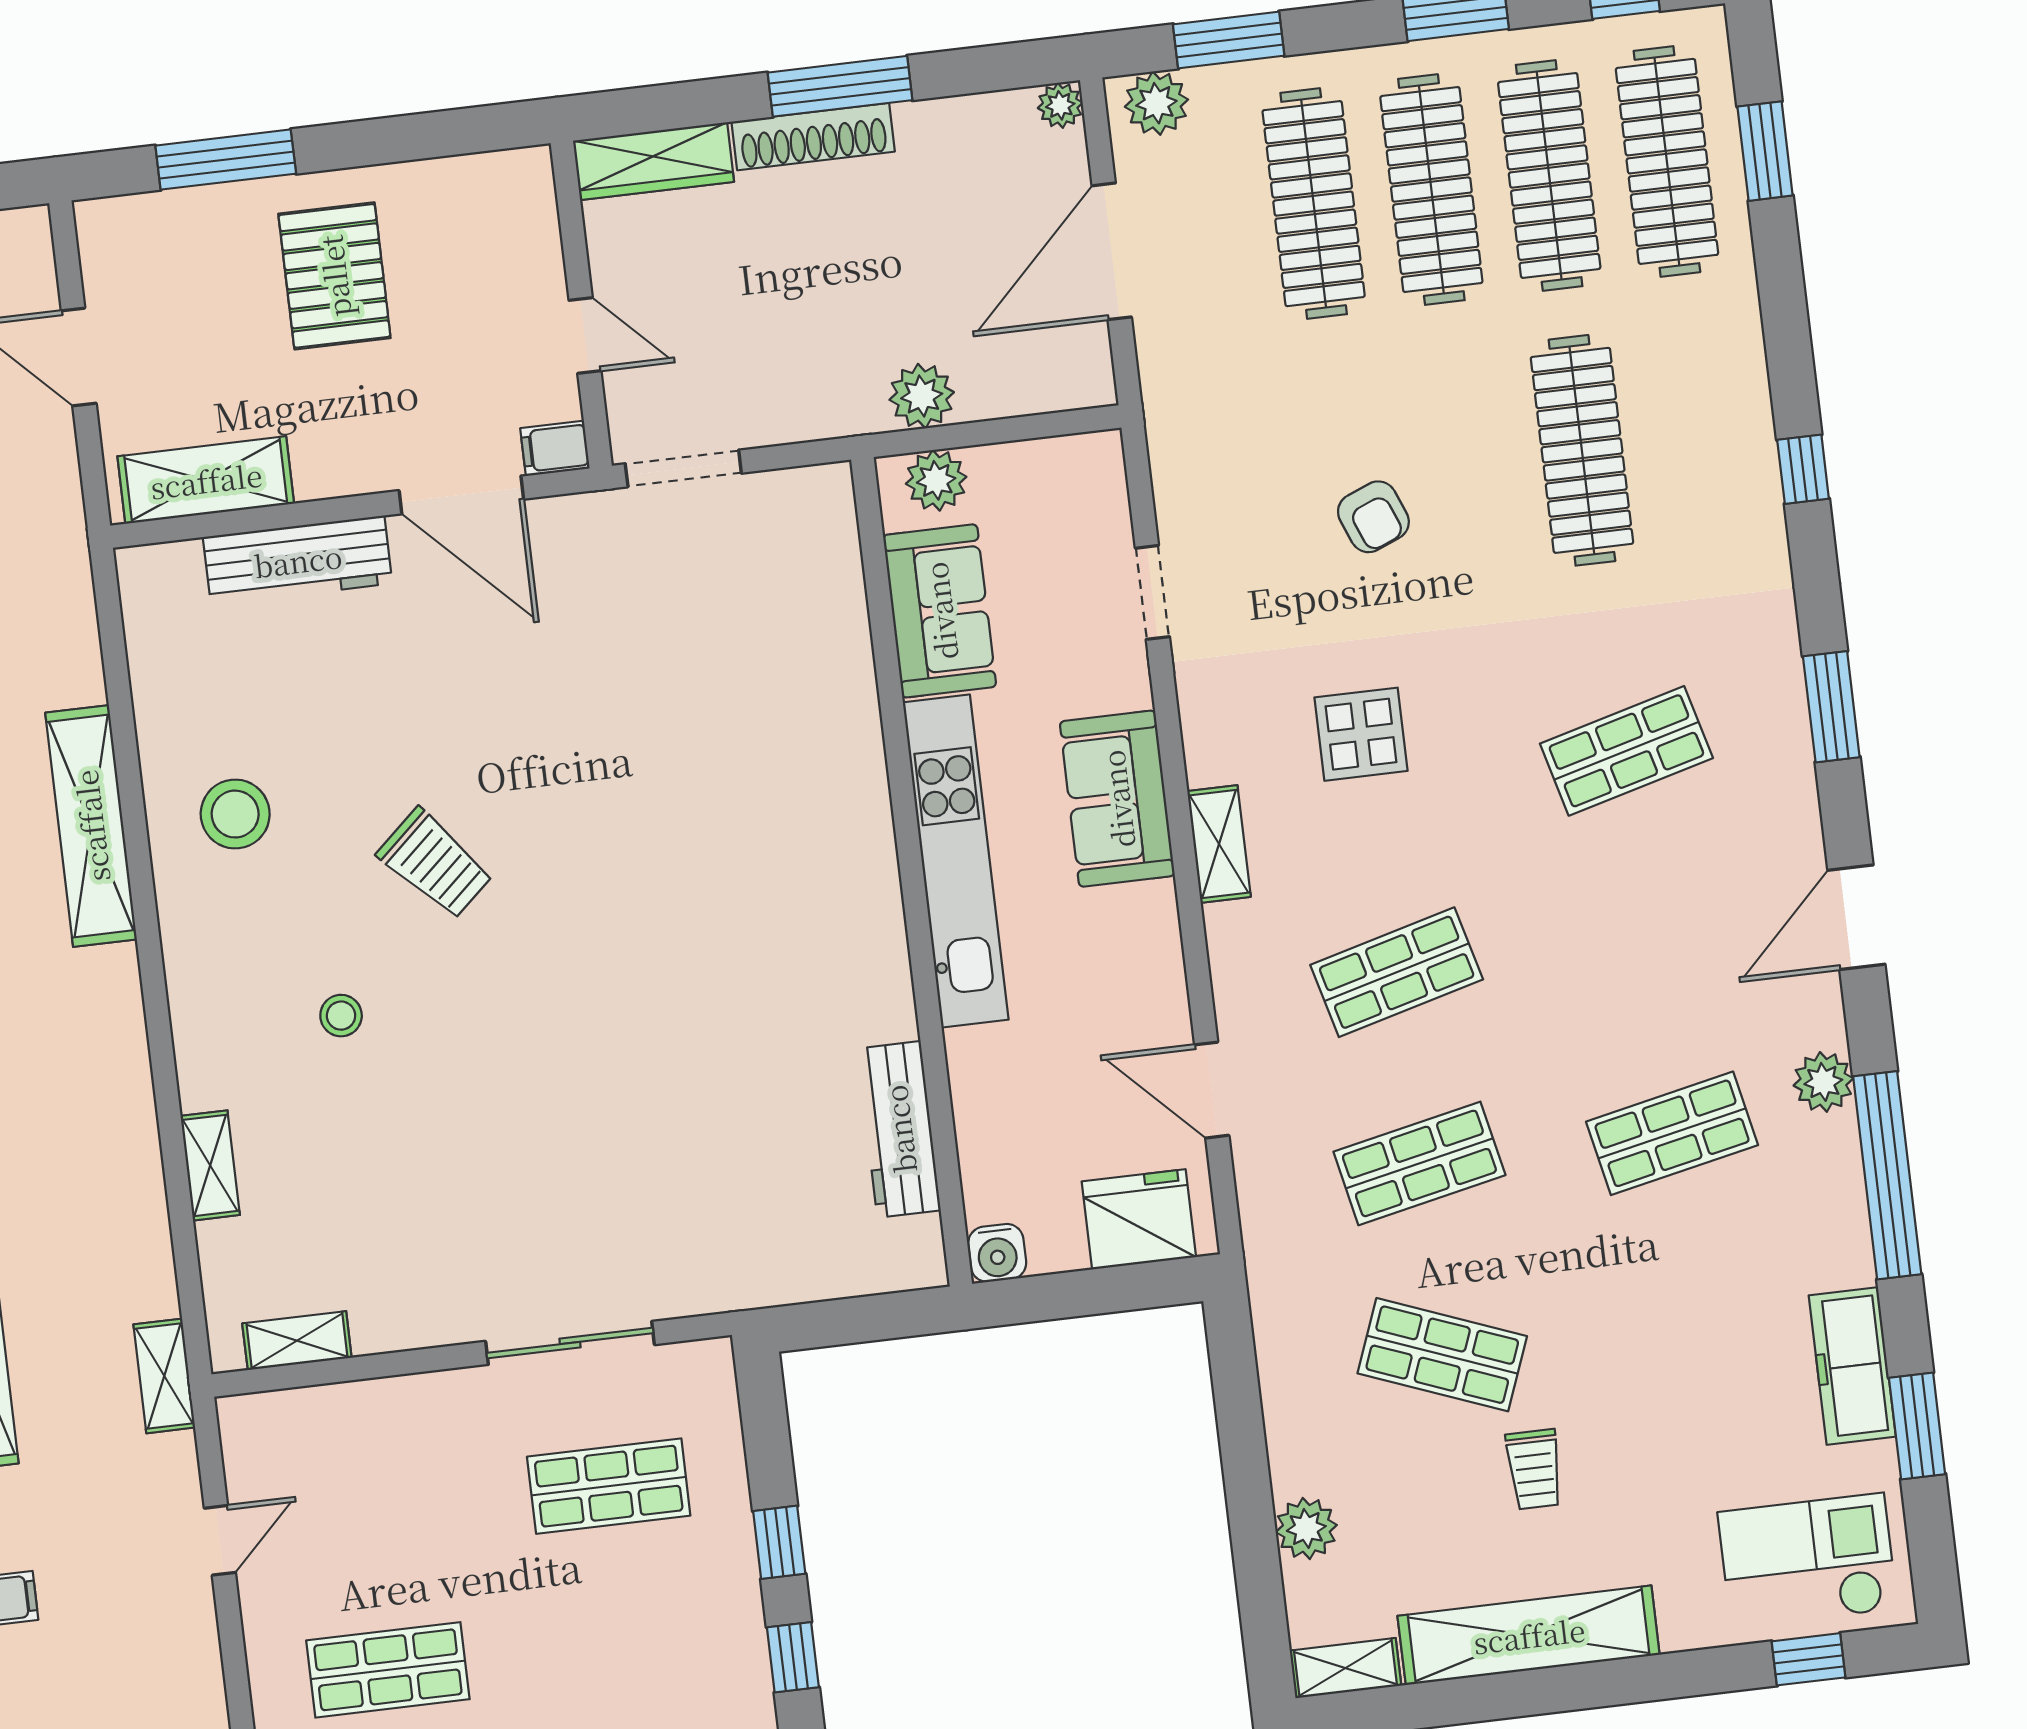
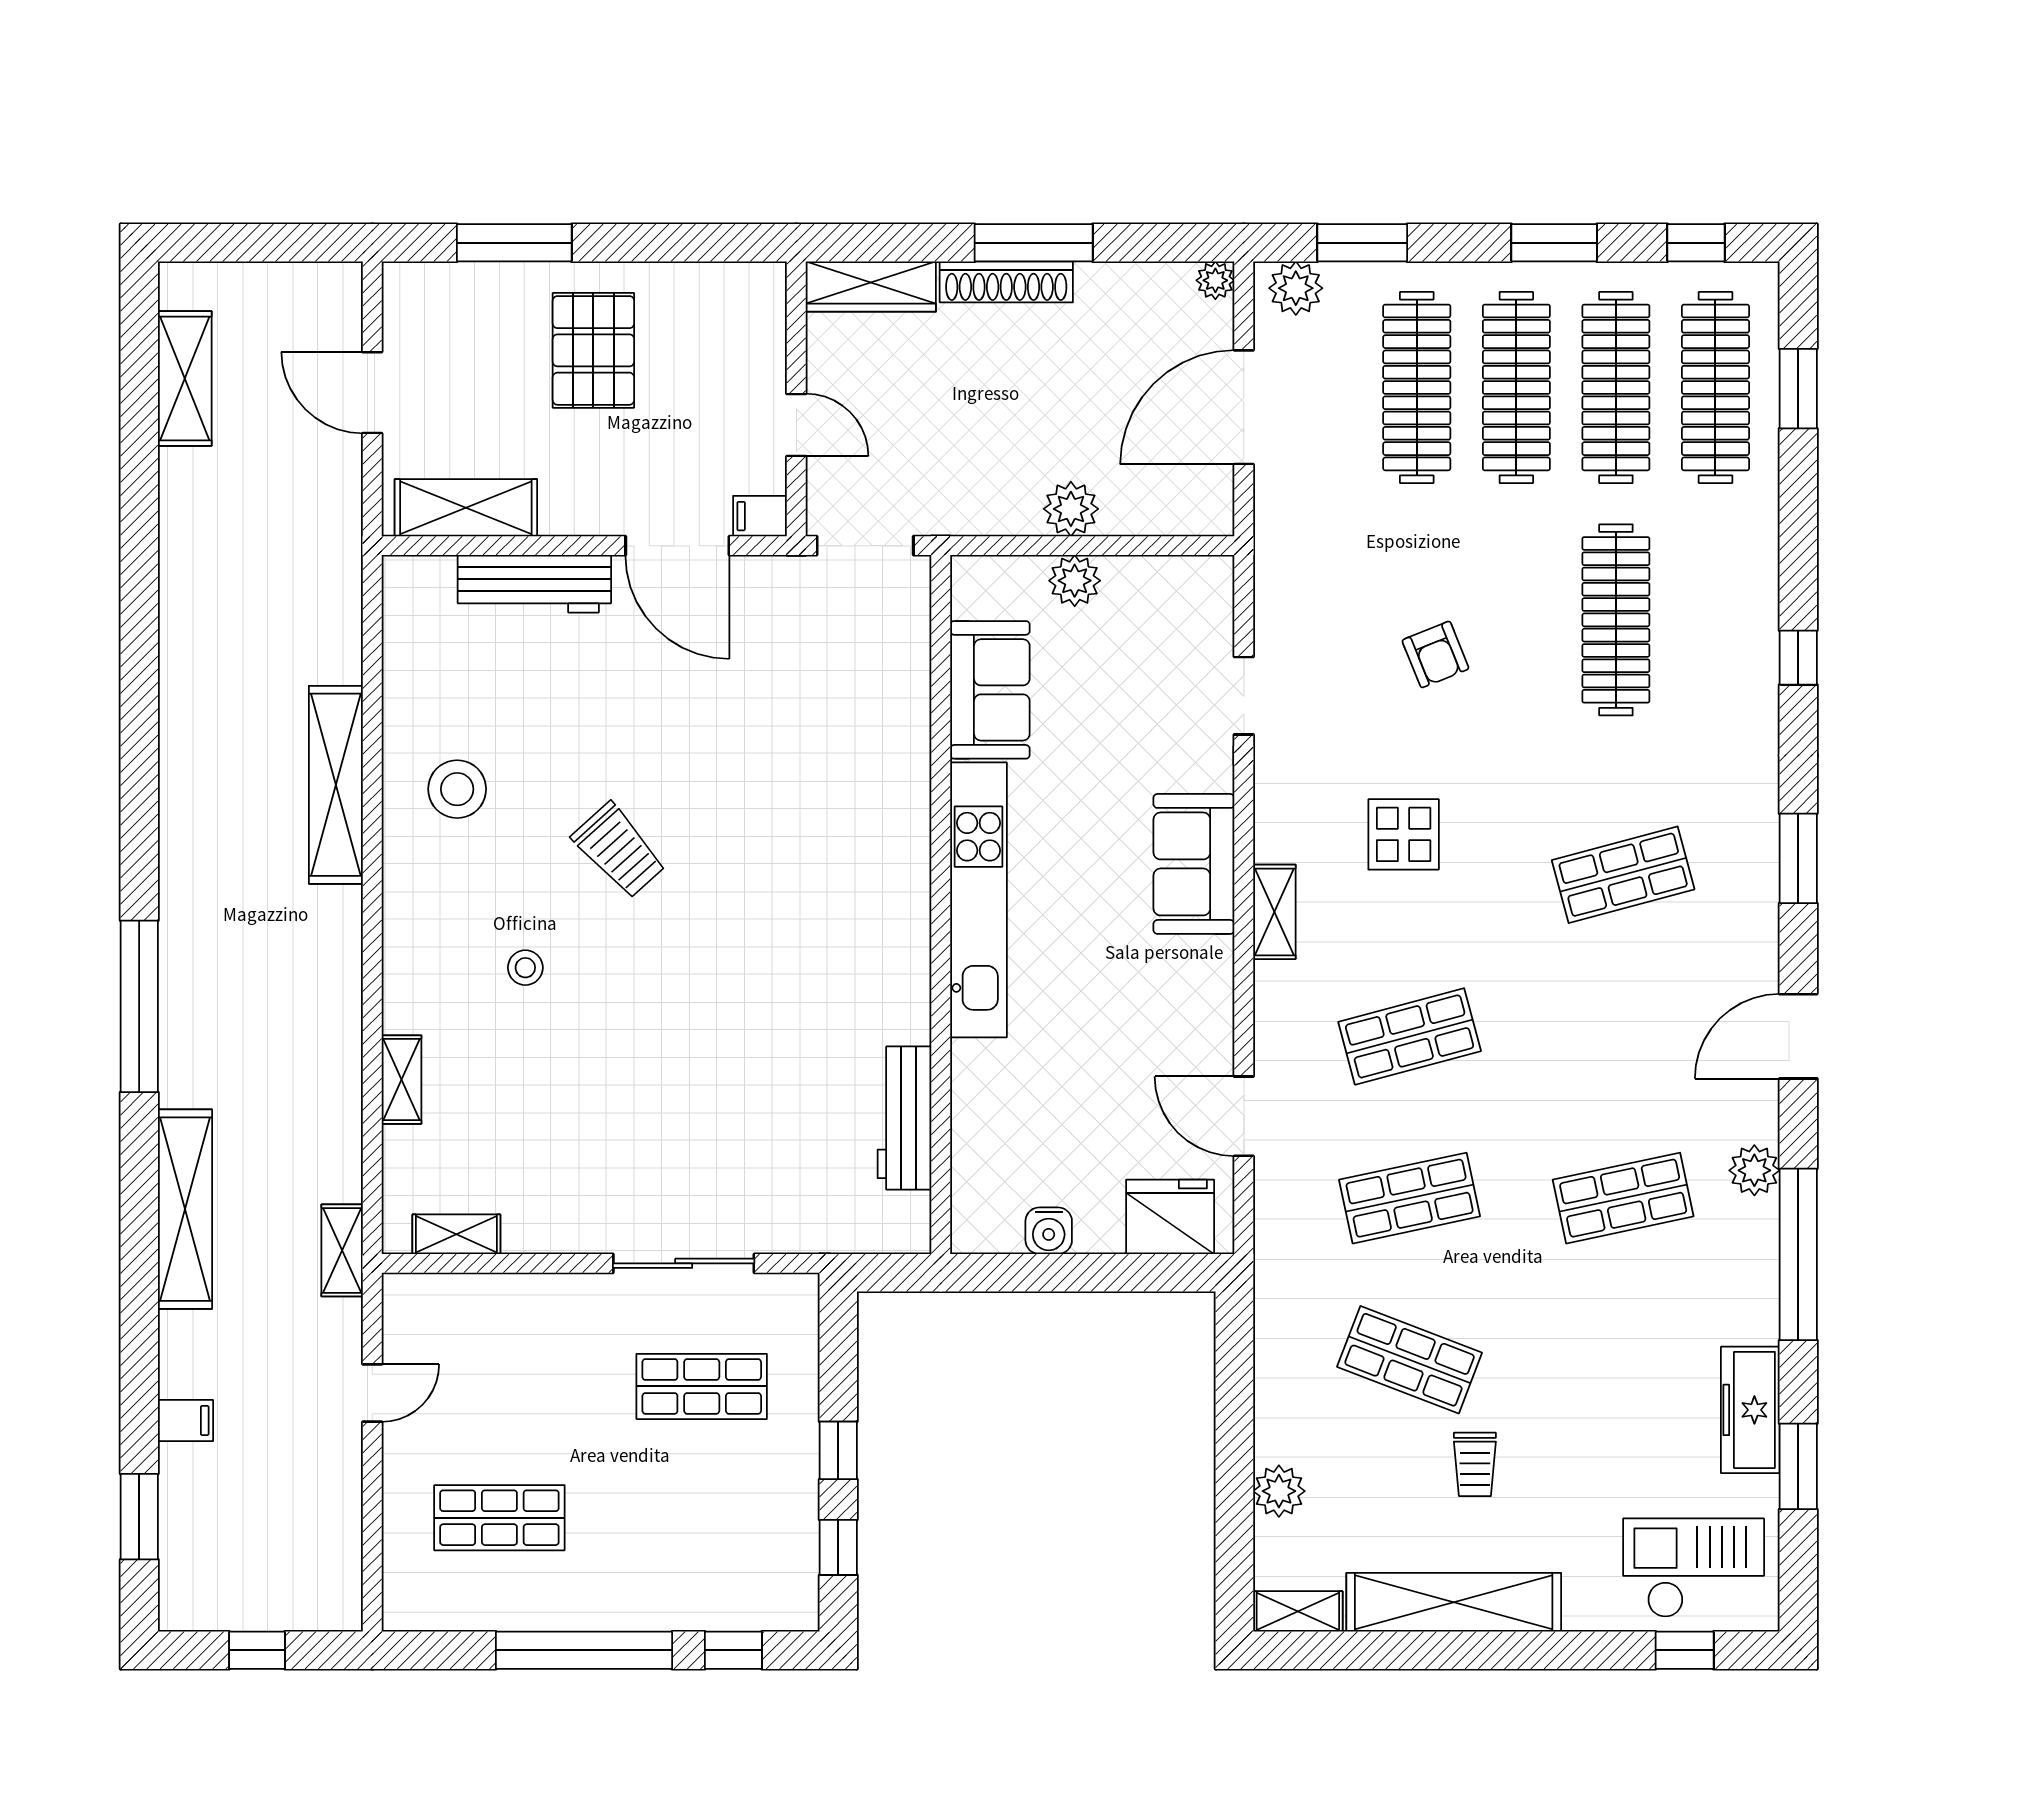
sofa: (940, 611) -> (990, 690), moved
kitchen unit: (956, 861) -> (978, 900), moved
wall: (912, 872) -> (941, 904), moved
workbench: (899, 1129) -> (905, 1118), moved

